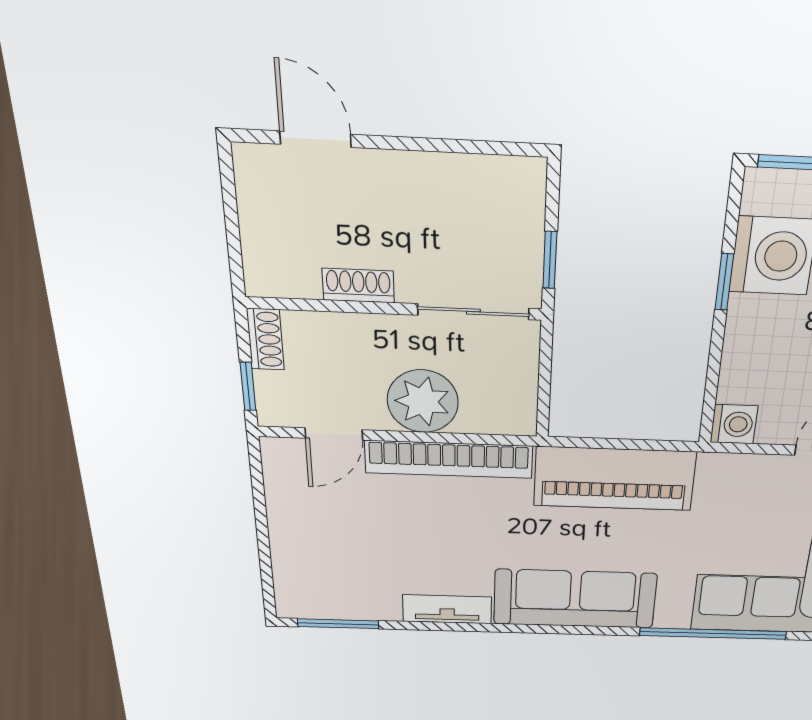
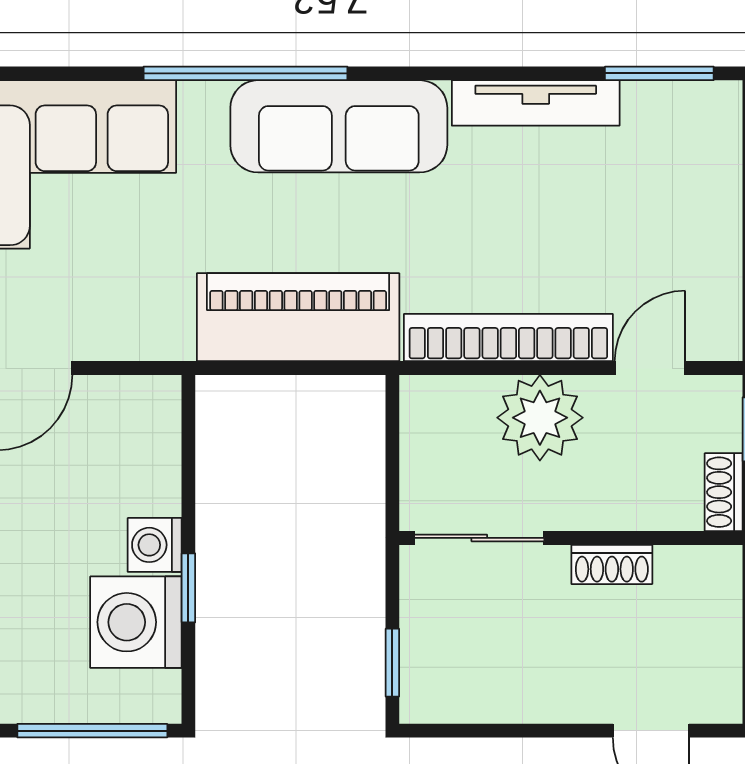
window: (550, 260) -> (392, 663), moved
washing machine: (734, 424) -> (155, 545), moved
tv unit: (447, 609) -> (536, 103), width x1.41
window: (713, 634) -> (246, 73), moved

